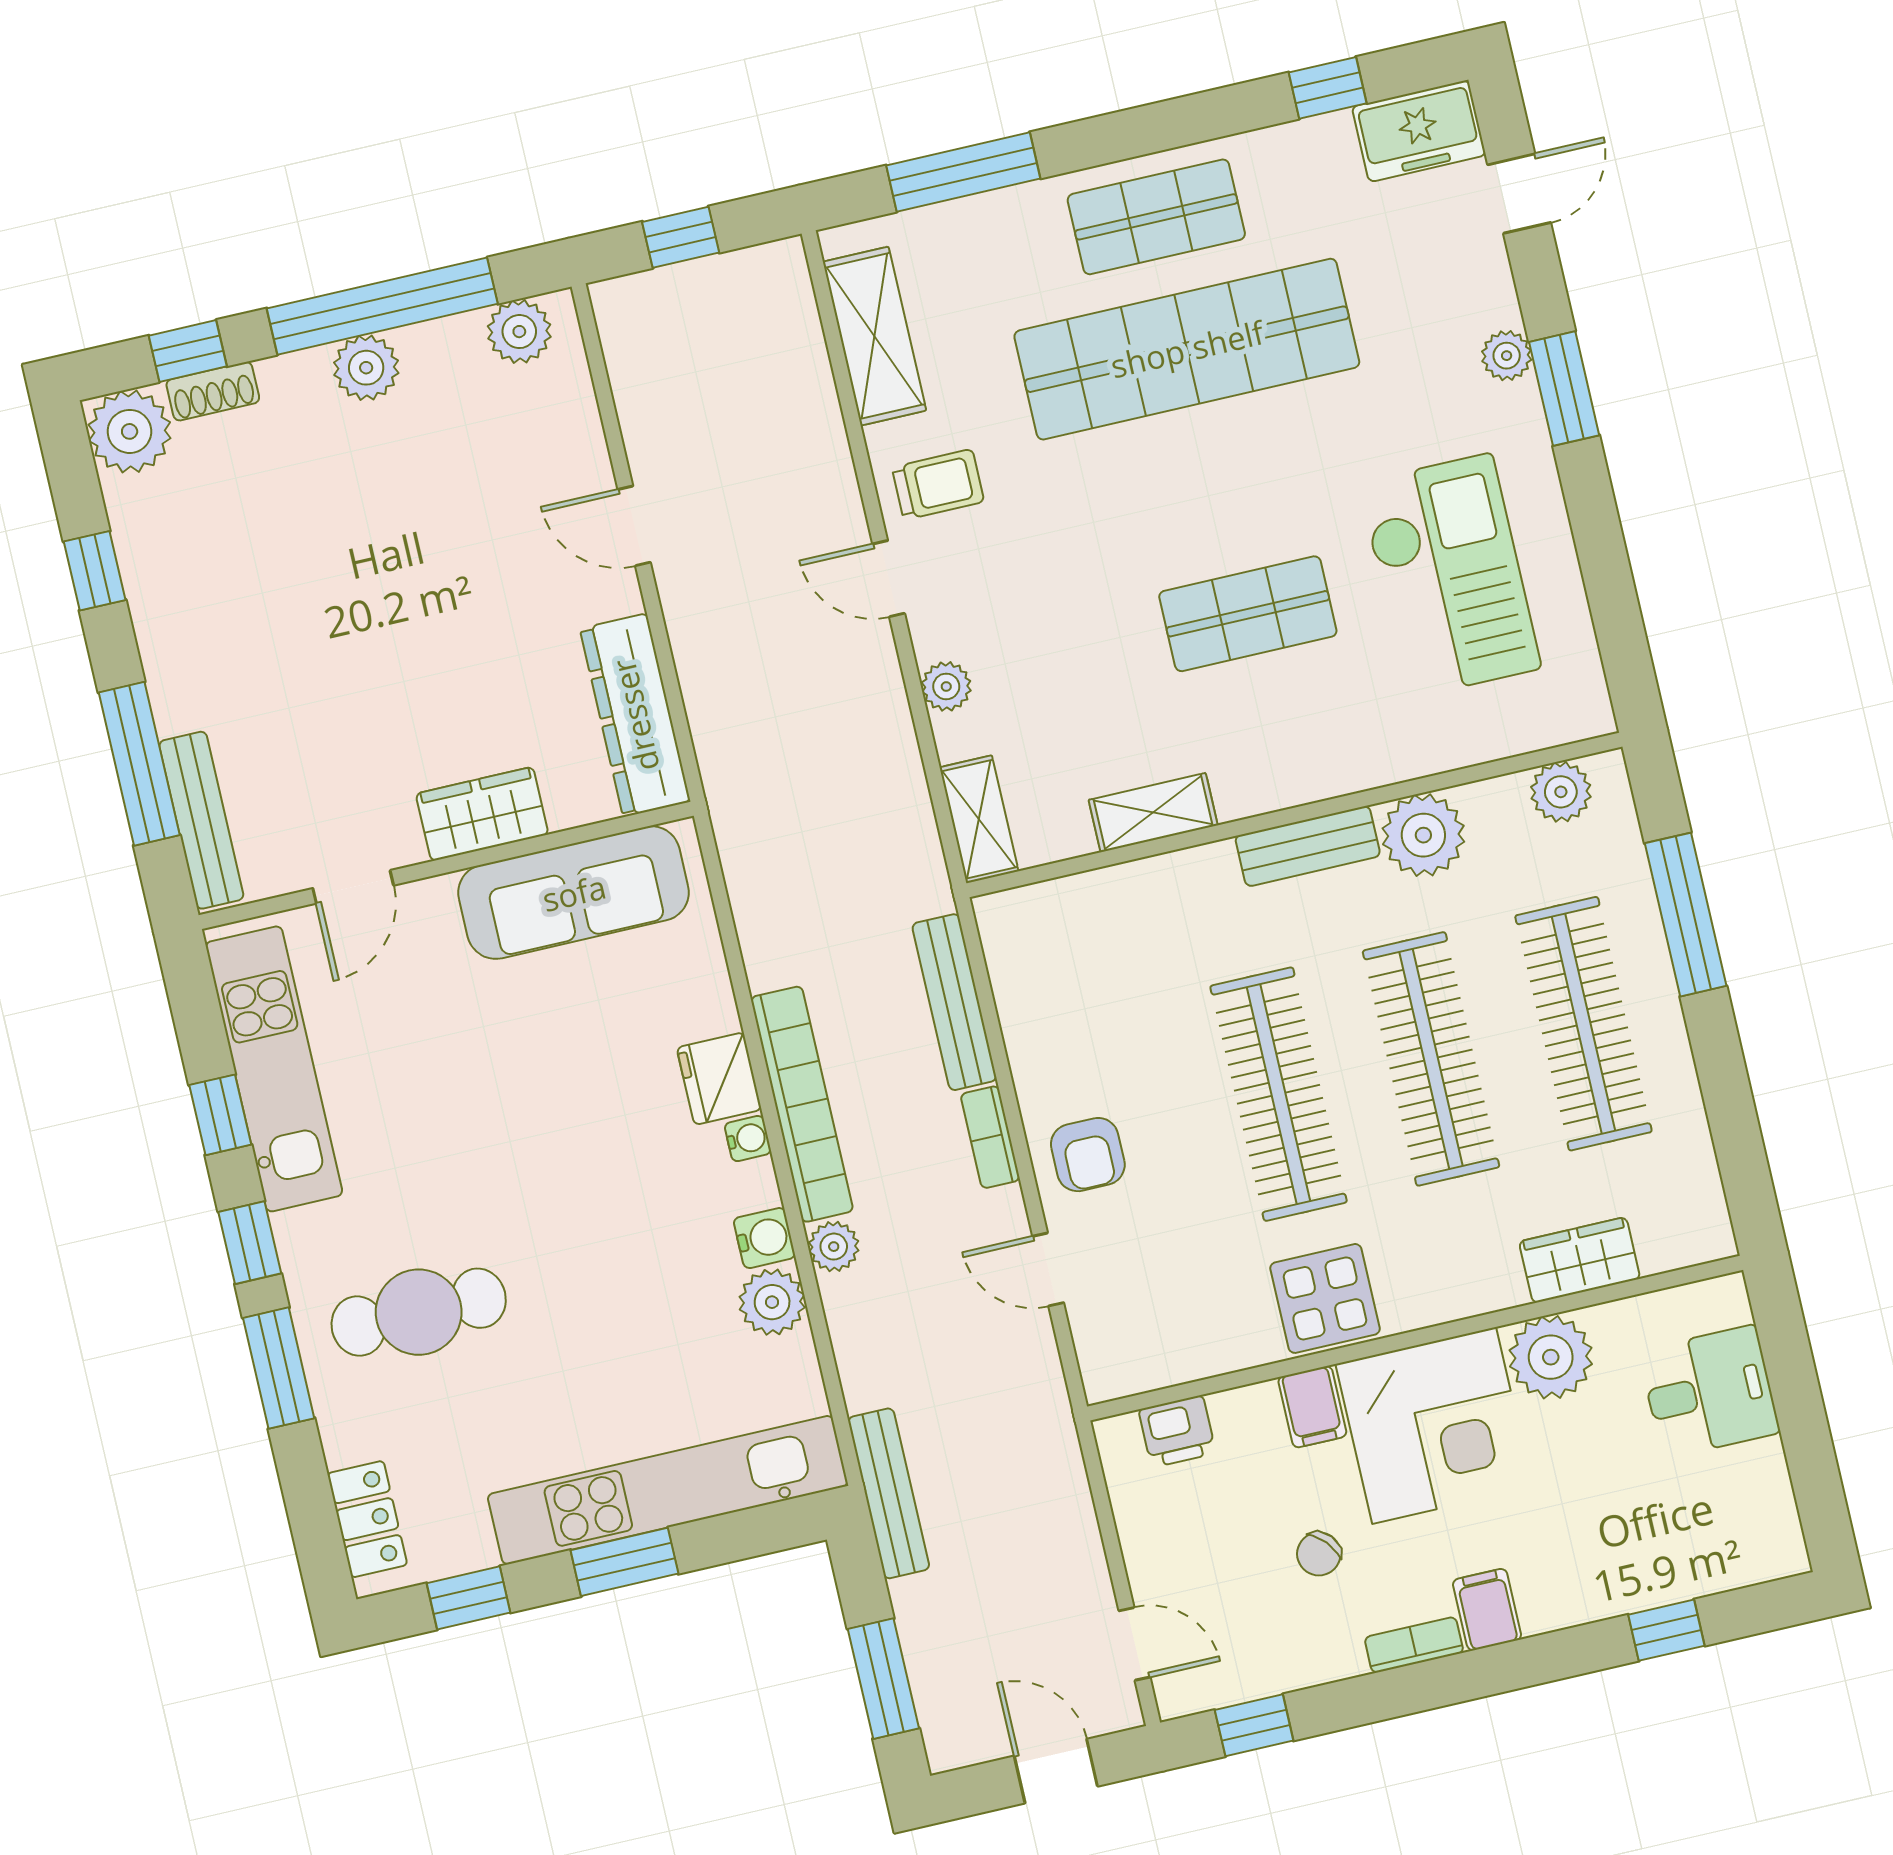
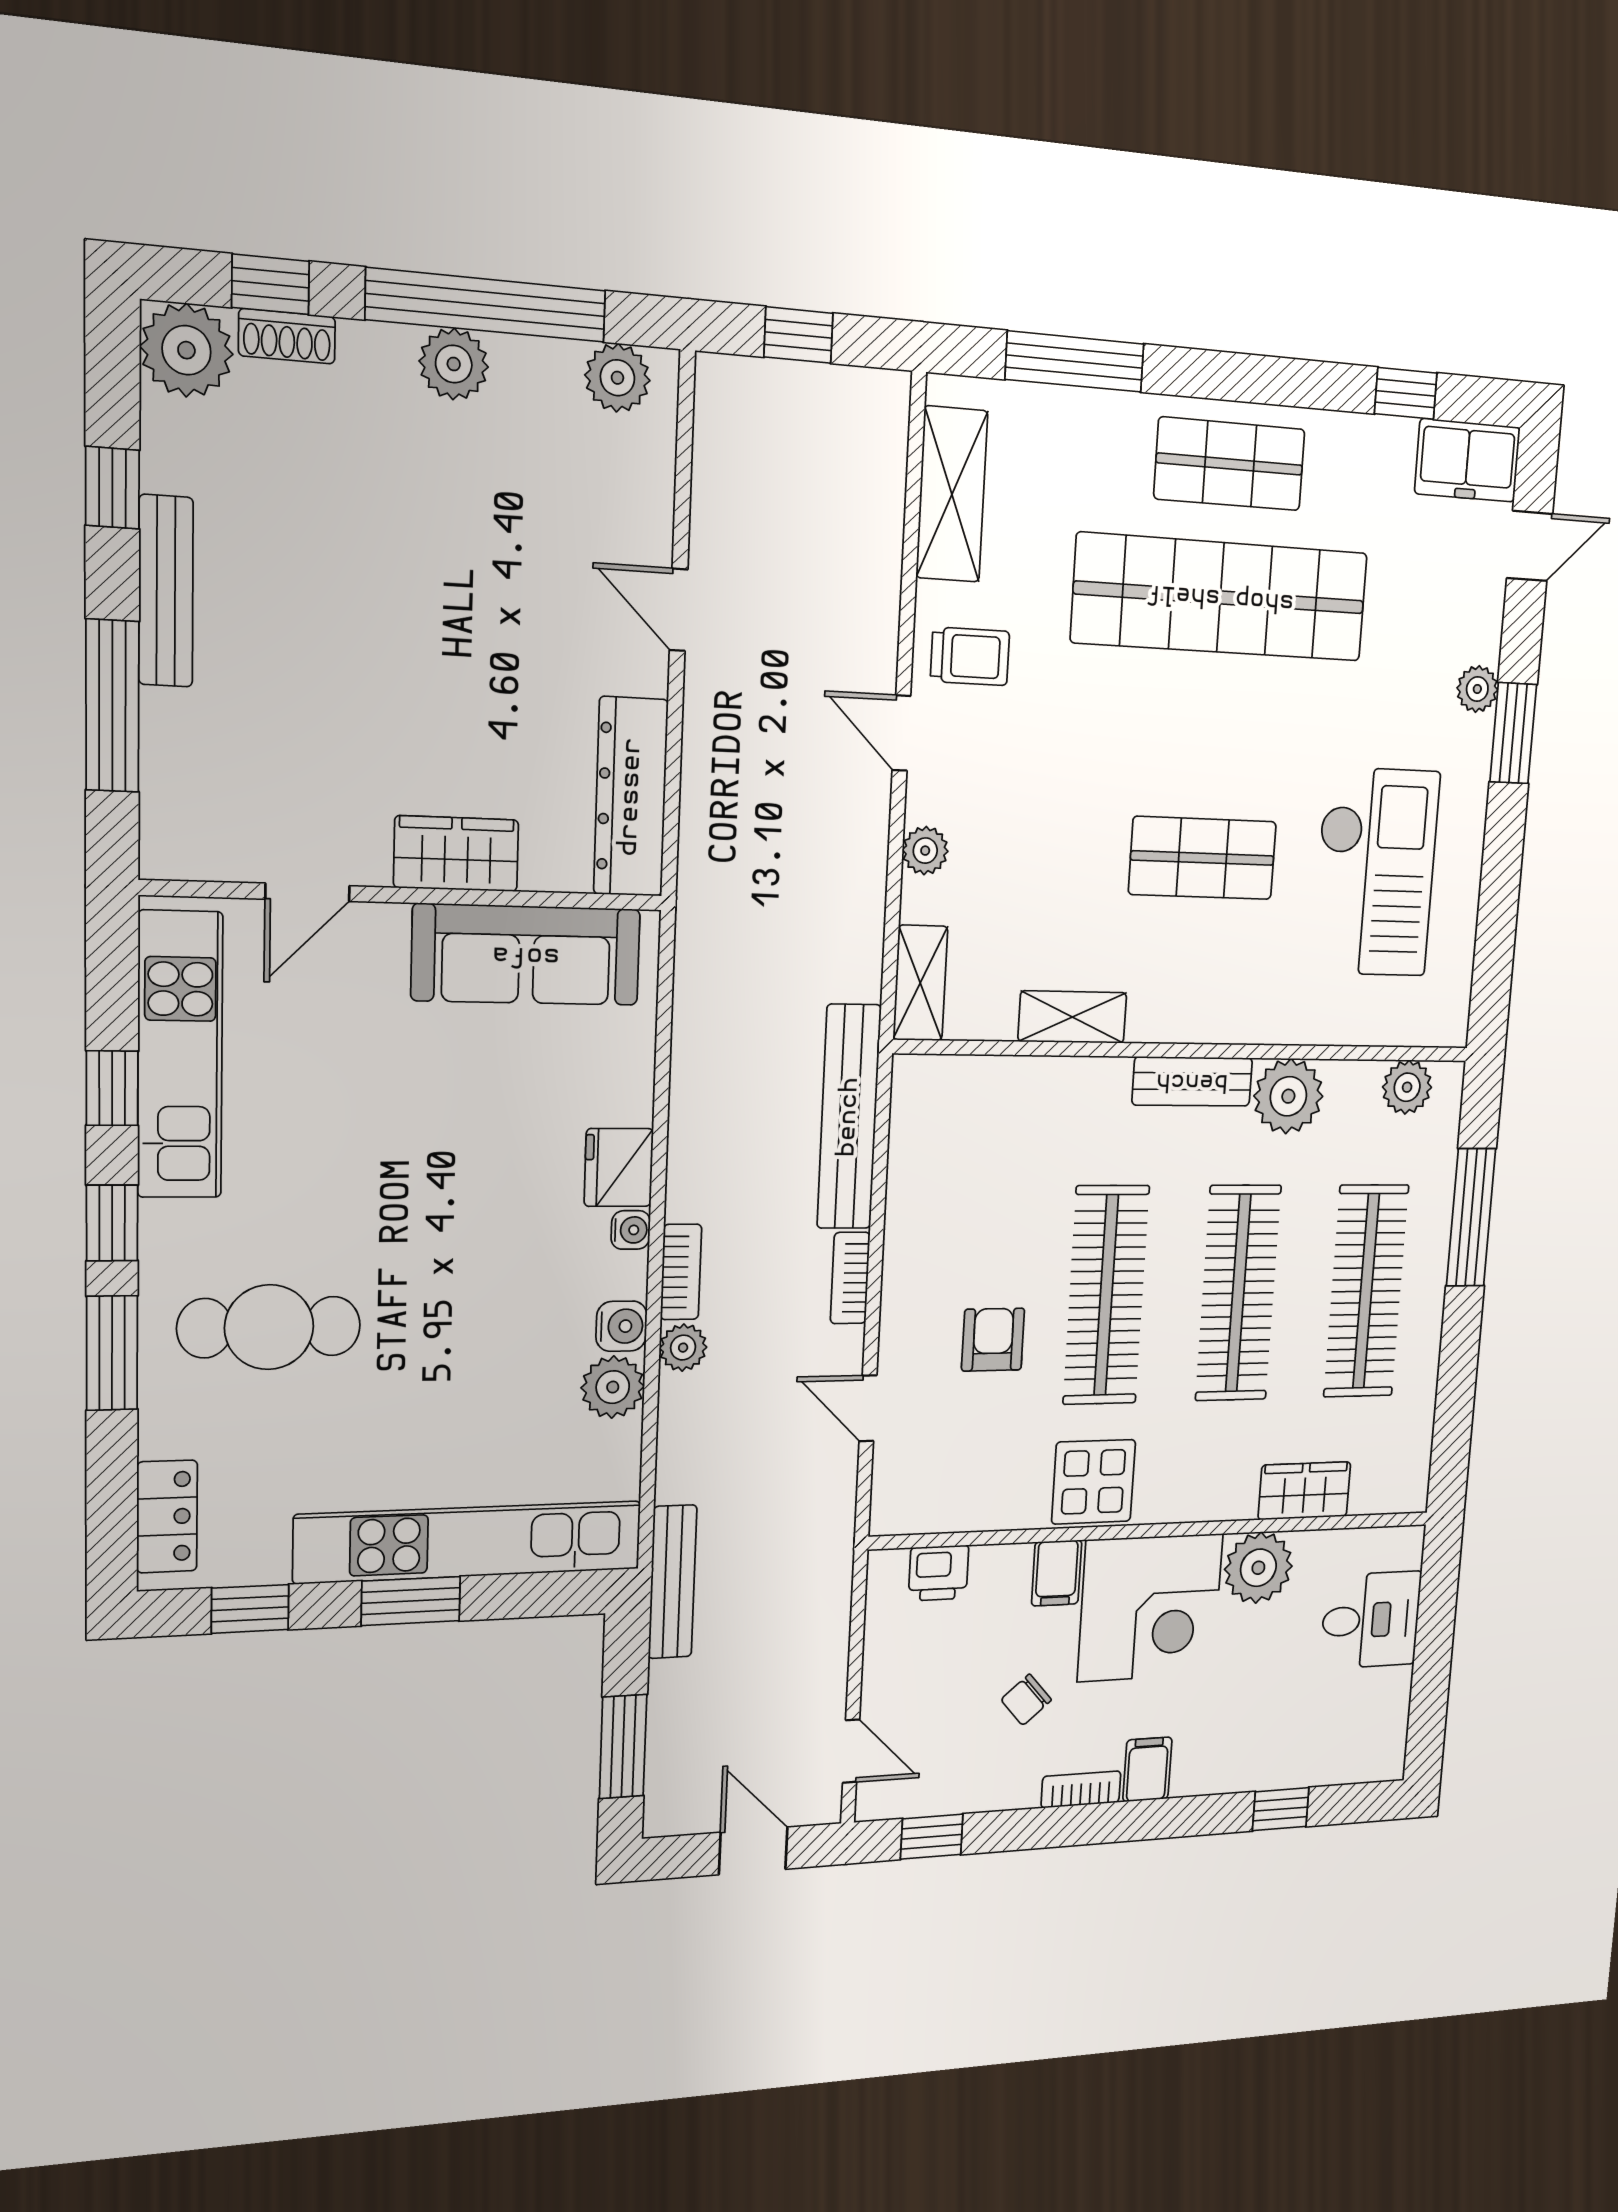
bench: (201, 820) -> (166, 591), moved
bench: (954, 1002) -> (849, 1117), width x1.37, depth x1.21
bookcase: (802, 1104) -> (681, 1272), width x0.43, depth x0.76
armchair: (1088, 1155) -> (993, 1340), moved, turned 180

